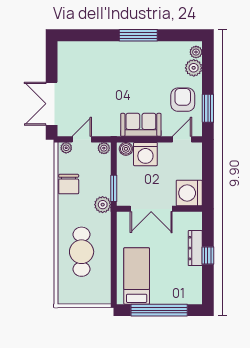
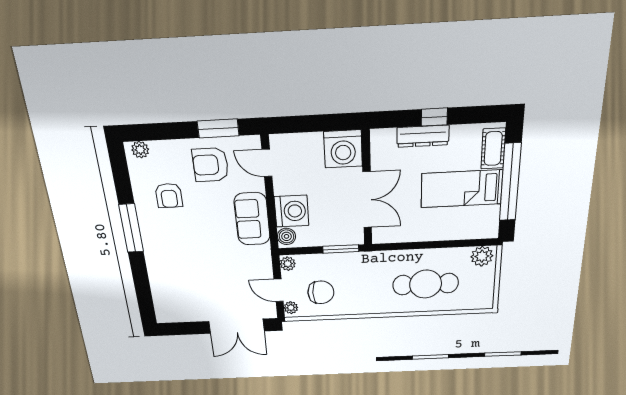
armchair: (162, 67) -> (169, 196), added
plant: (194, 68) -> (163, 152), removed
chair: (69, 184) -> (321, 292), moved
plant: (103, 205) -> (482, 256), moved
bed: (137, 276) -> (462, 189), moved
cot: (184, 297) -> (493, 149), added

